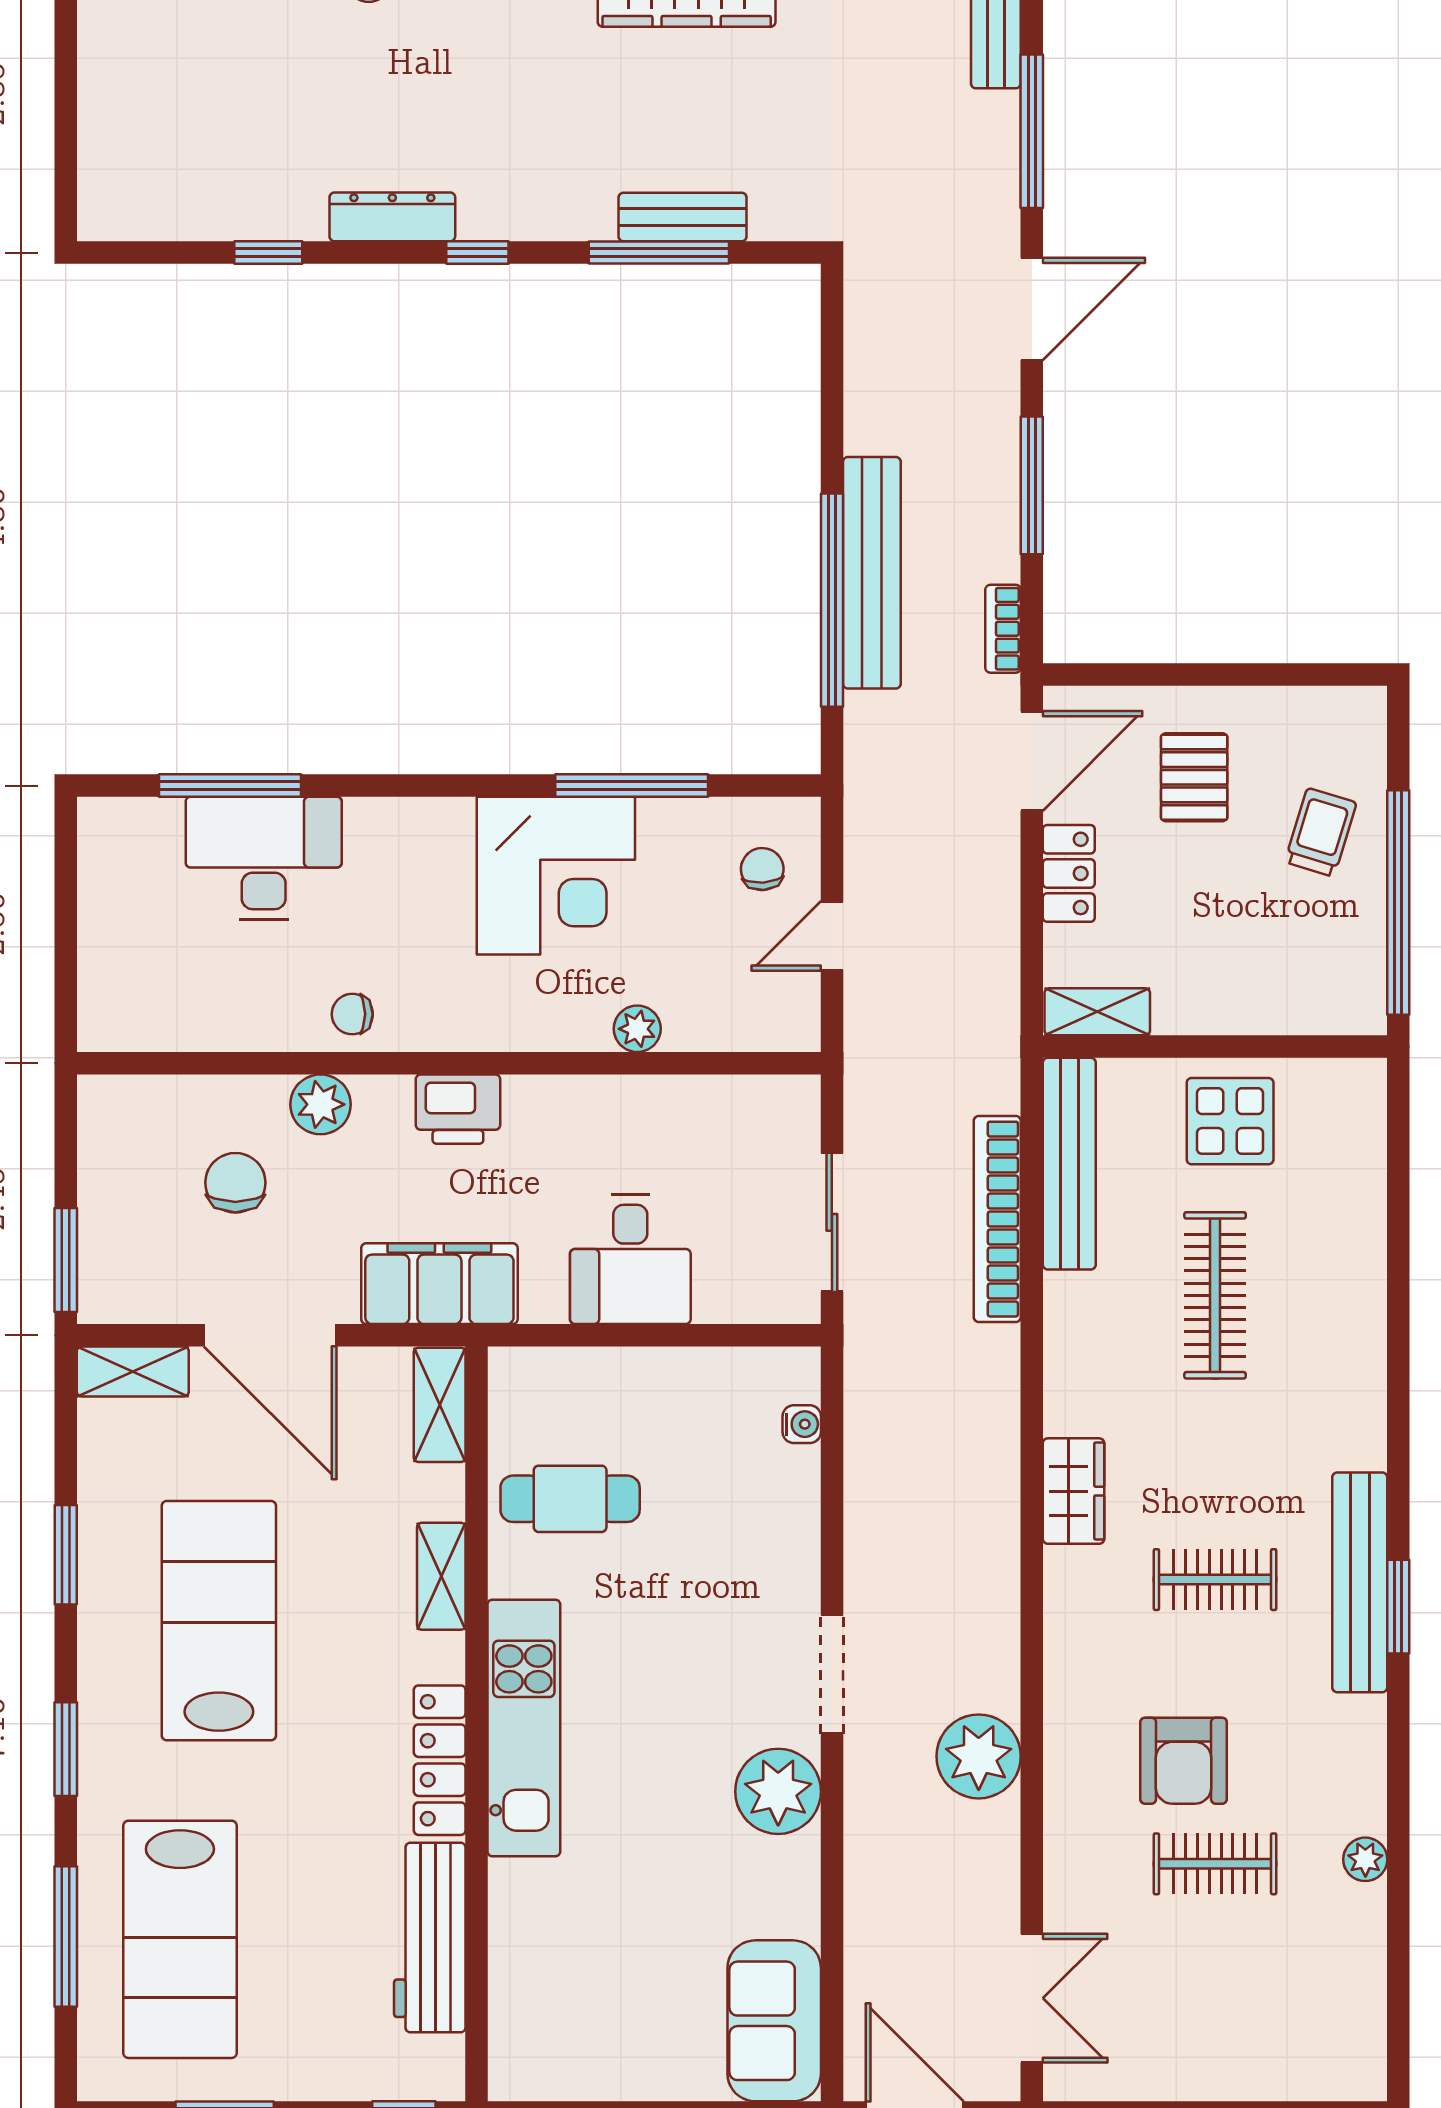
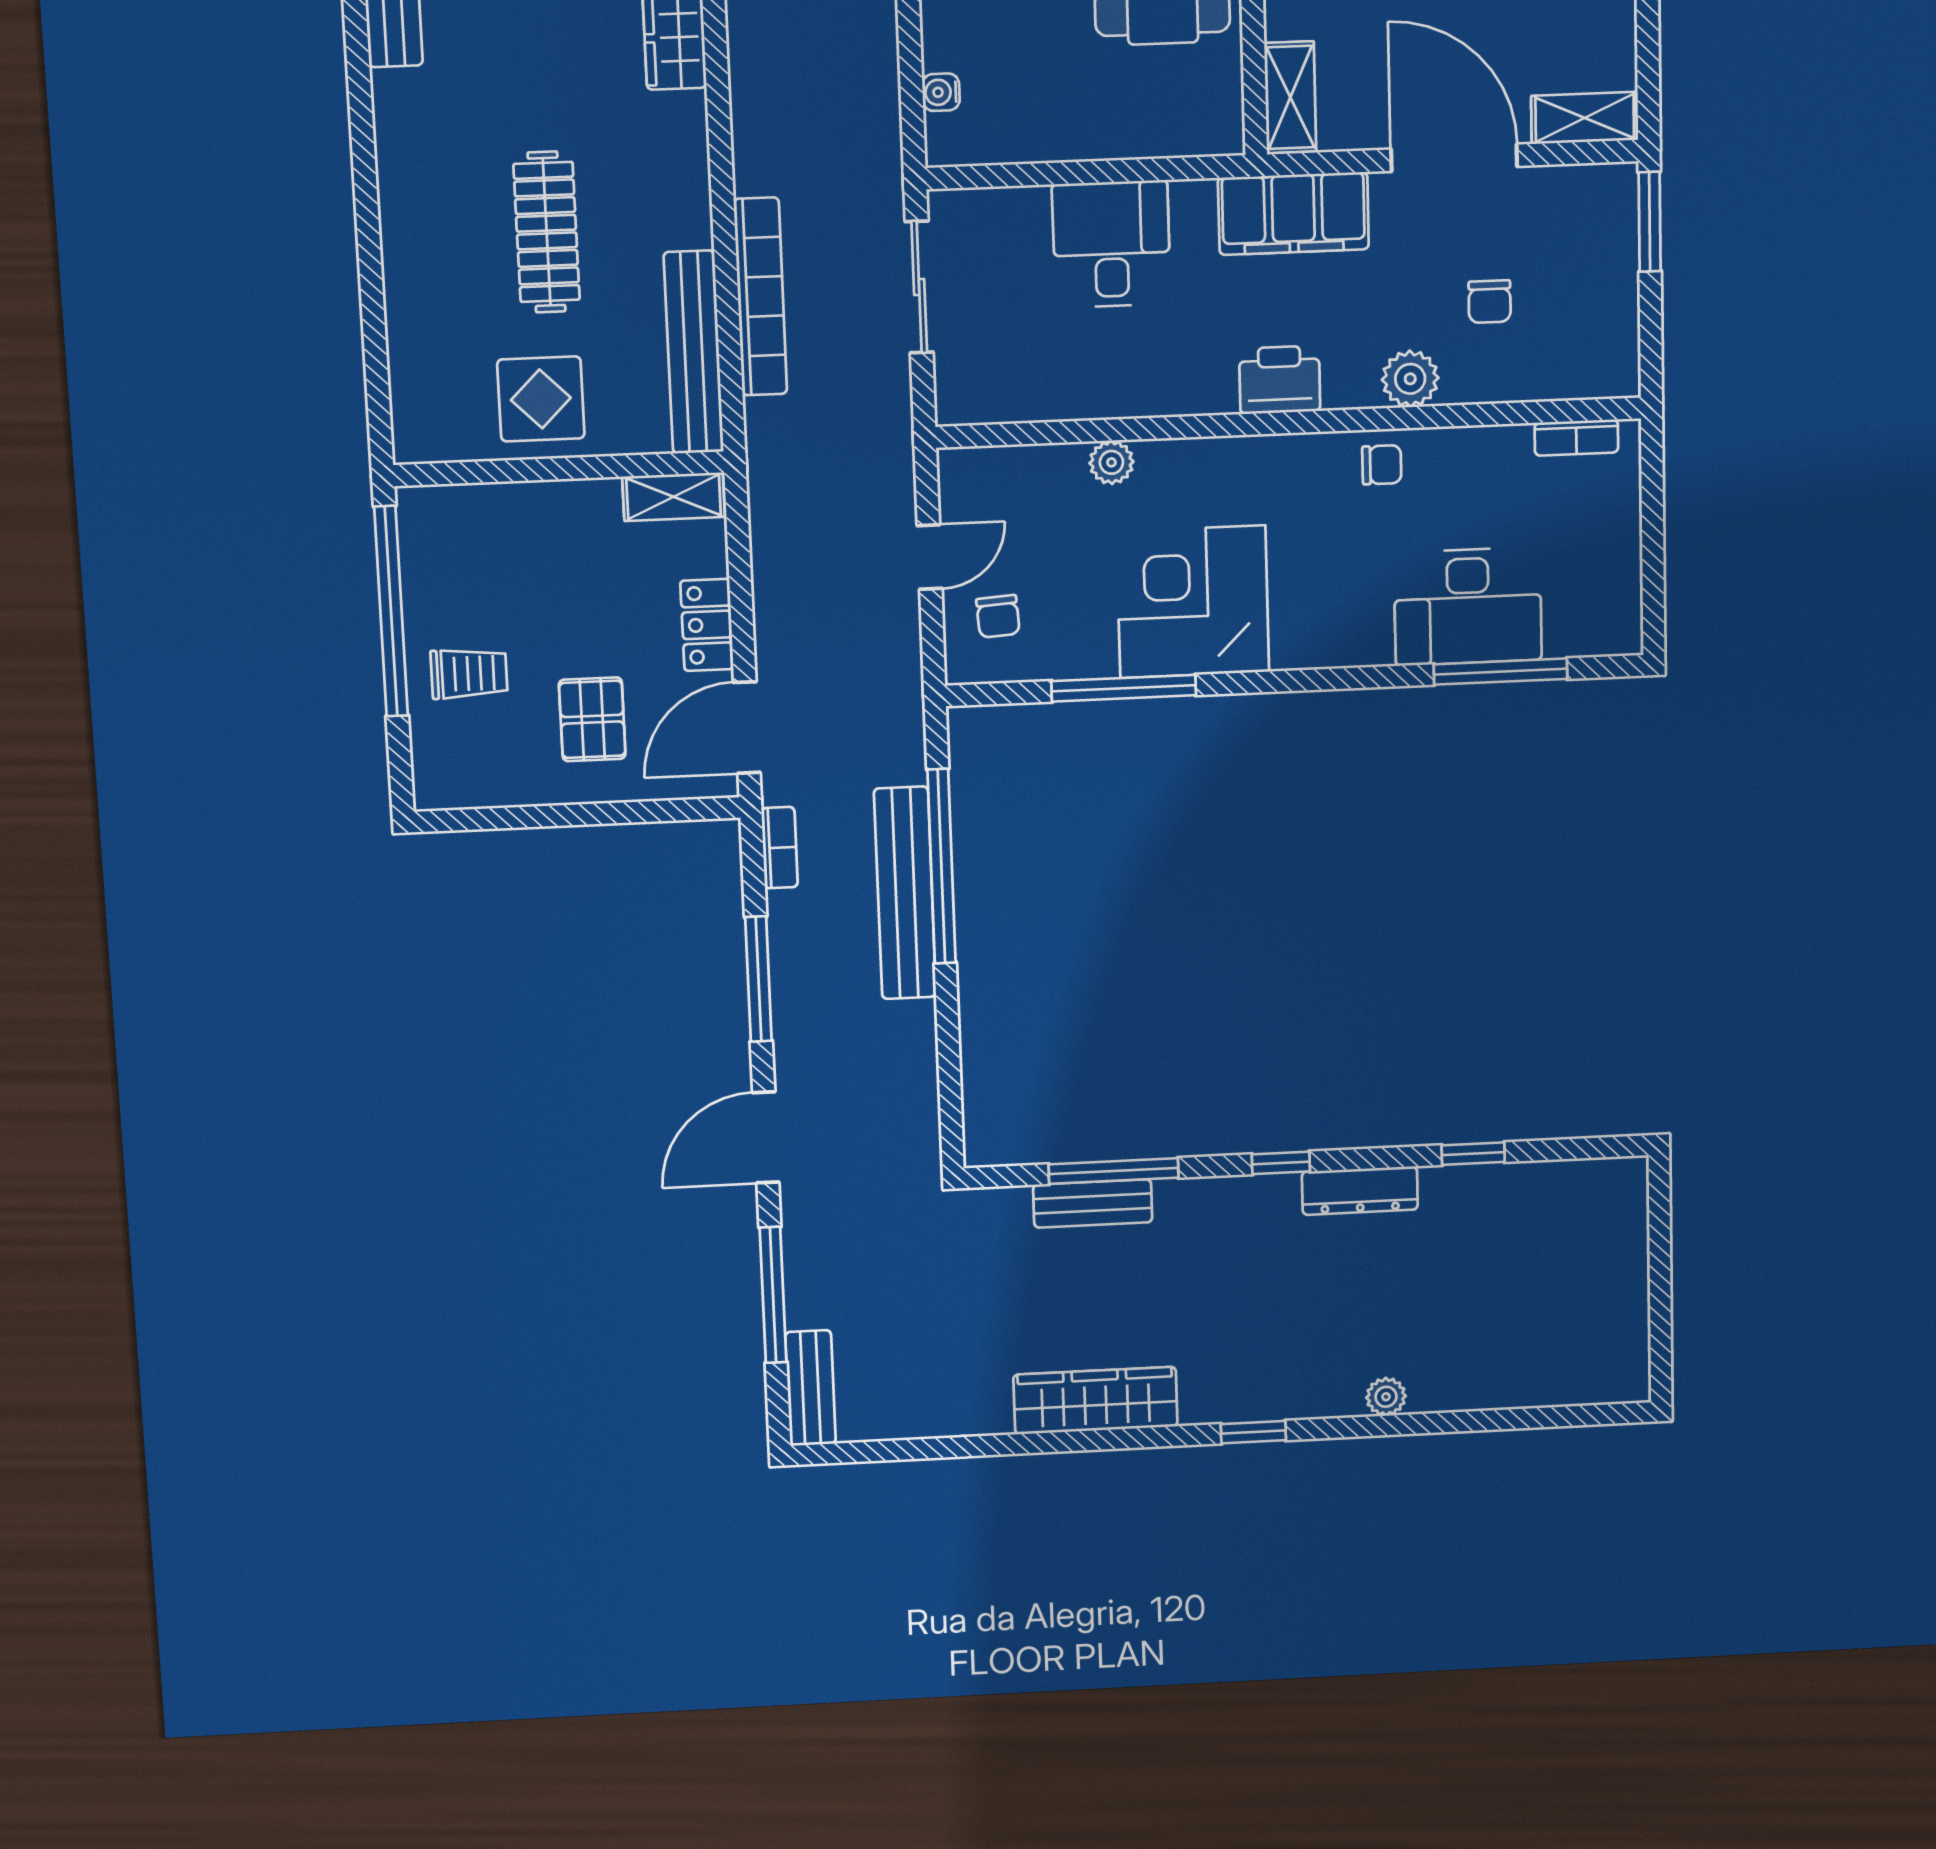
trolley: (1321, 832) -> (469, 674), turned -107
bookcase: (146, 1034) -> (1576, 438), added
chair: (235, 1183) -> (1490, 302), width x0.73, depth x0.73

